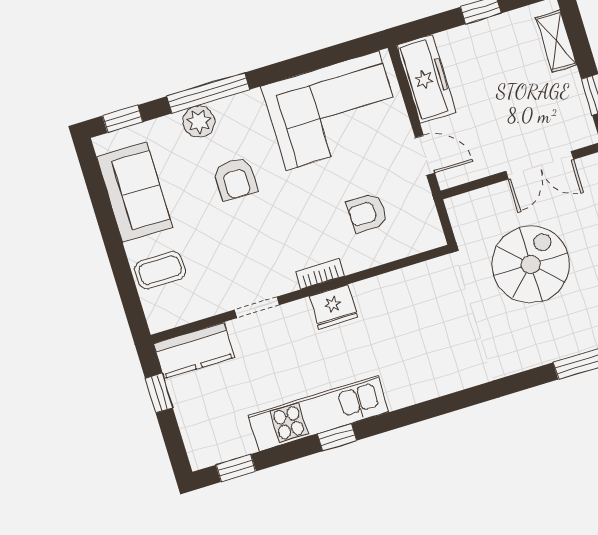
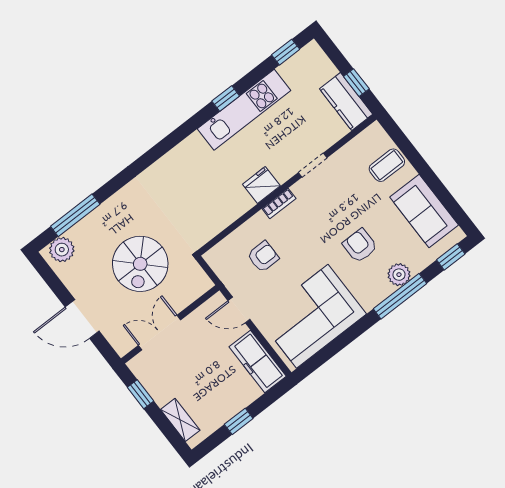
kitchen counter: (194, 350) -> (346, 102), moved, turned -90

